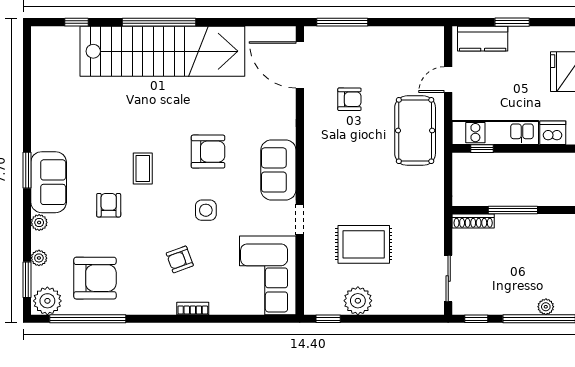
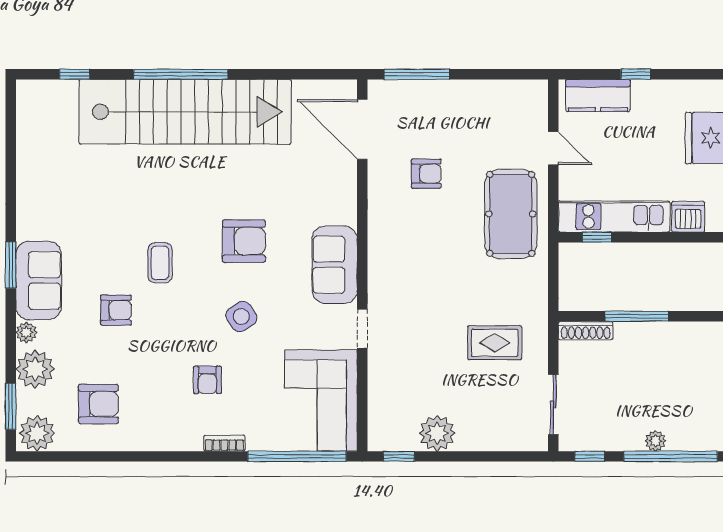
window: (512, 22) -> (636, 74), width x0.67
door: (448, 80) -> (553, 148), swing flipped
armchair: (109, 205) -> (116, 310), turned 90
side table: (206, 210) -> (241, 317), turned -33
rug: (364, 244) -> (495, 343), moved, width x0.73, depth x0.70
plant: (39, 258) -> (35, 369), width x1.88, depth x1.88
armchair: (180, 259) -> (207, 380), turned -70
armchair: (95, 278) -> (98, 404), width x0.73, depth x0.73
plant: (546, 307) -> (655, 441), moved
window: (88, 319) -> (297, 456), moved

